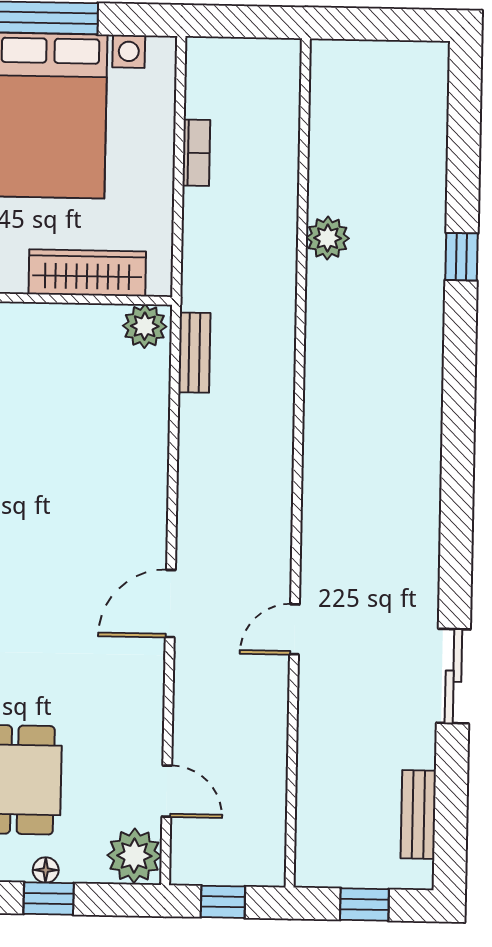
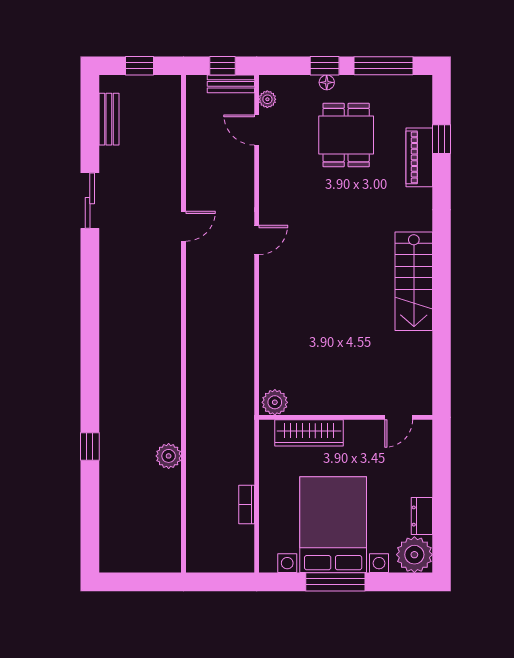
bench: (194, 353) -> (231, 84), moved, turned 90
door: (170, 604) -> (257, 240), width x0.73
plant: (134, 856) -> (267, 99), width x0.53, depth x0.53

